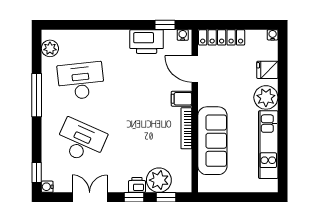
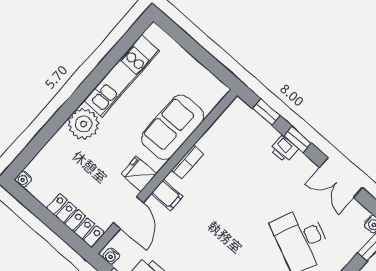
fridge: (267, 70) -> (139, 174), moved, turned 180
bookcase: (186, 128) -> (188, 162), width x0.64
sofa: (212, 141) -> (173, 127), width x0.73
plant: (159, 180) -> (259, 135), removed

